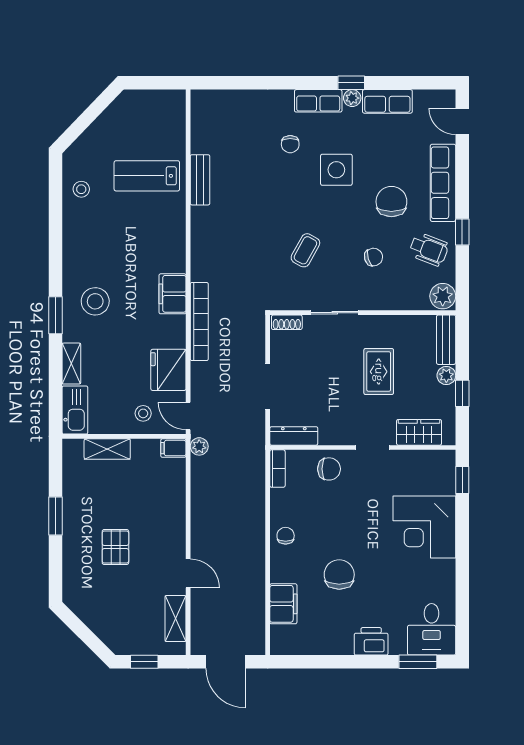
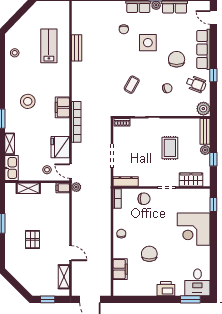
lab bench: (147, 176) -> (49, 46), turned 90
stool: (95, 301) -> (28, 101), moved

